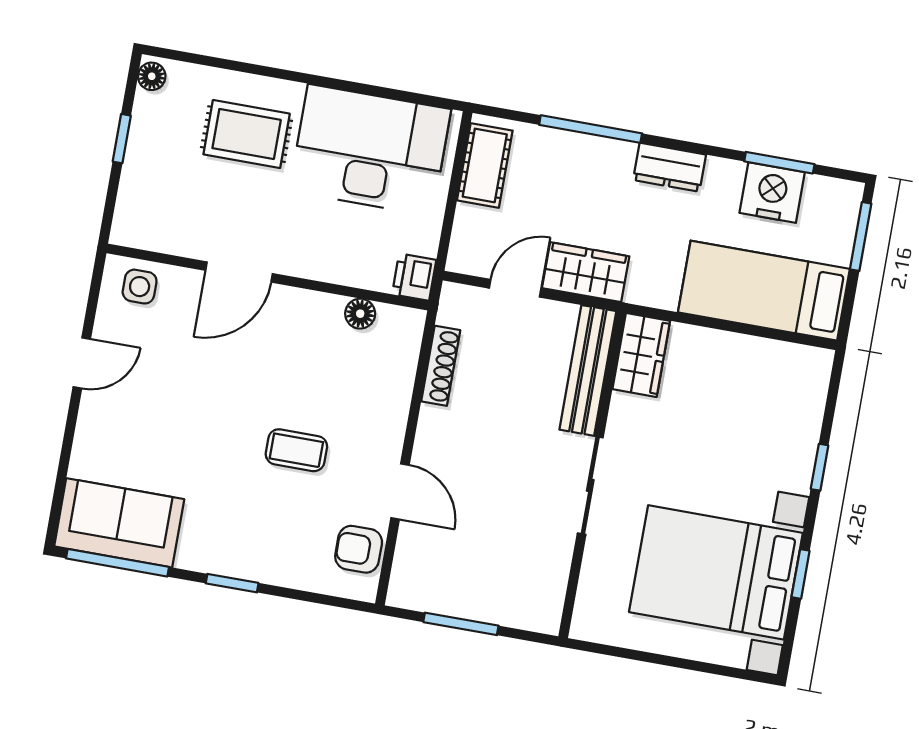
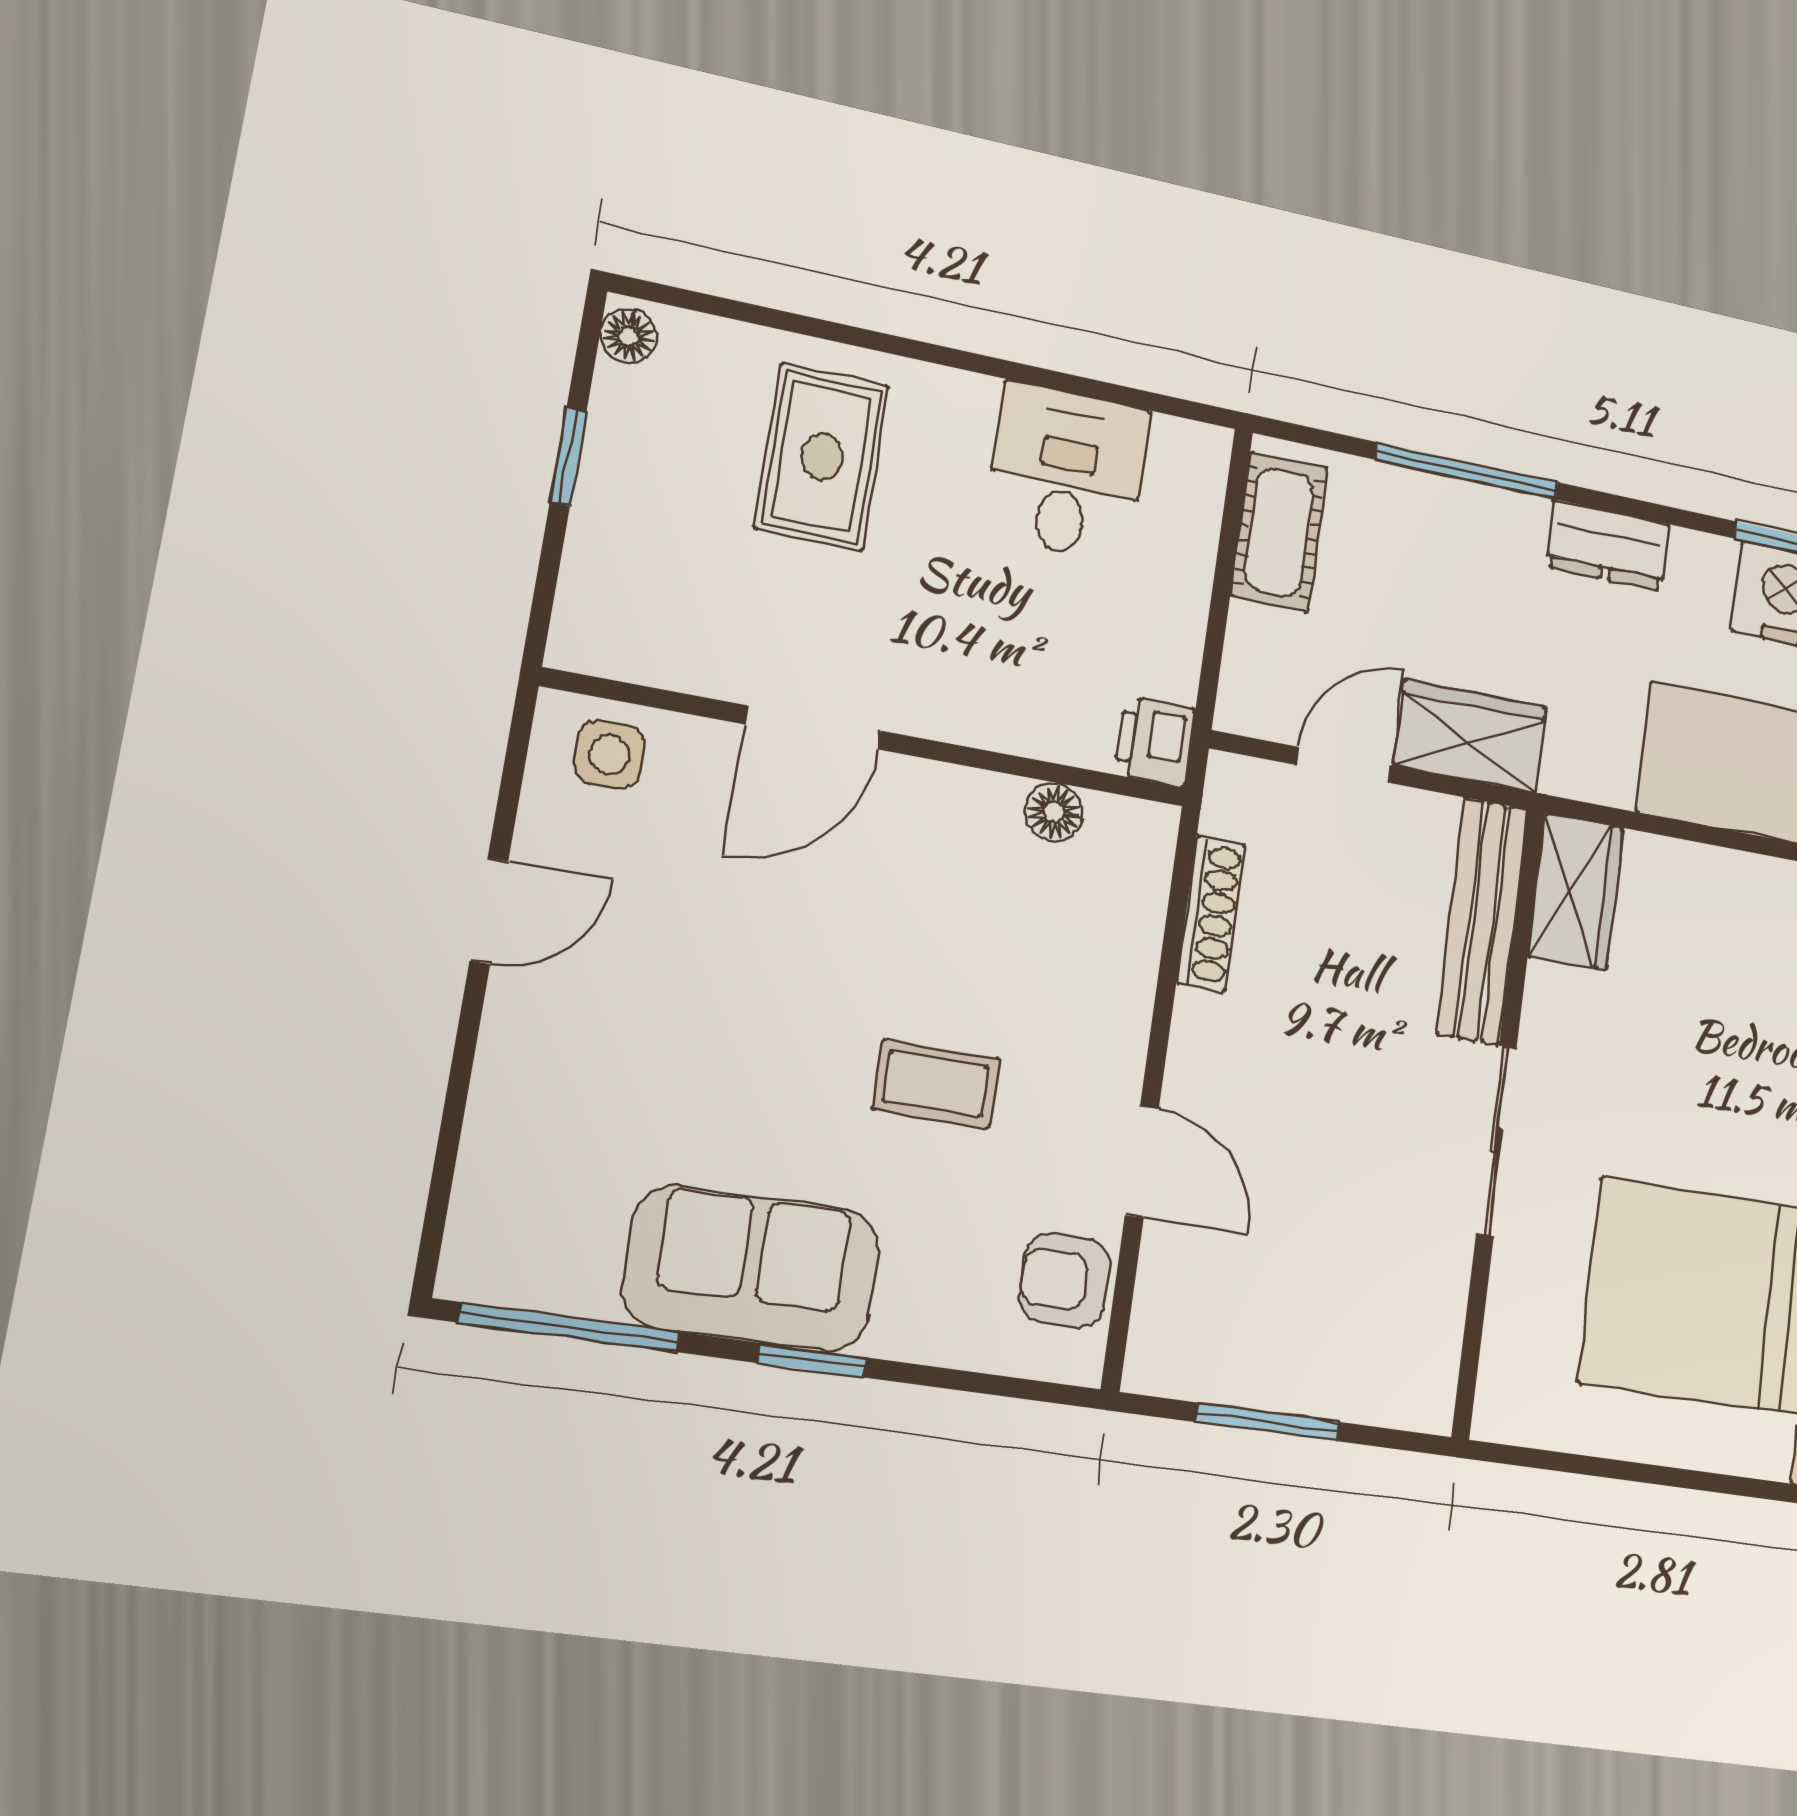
rug: (247, 134) -> (822, 457), turned 90
desk: (370, 150) -> (1067, 473), width x0.53, depth x0.77
sofa: (119, 523) -> (752, 1269), moved

